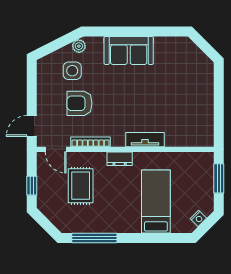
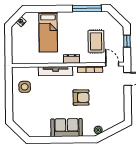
side table: (72, 71) -> (25, 87), moved
armchair: (79, 103) -> (81, 98), moved
tv unit: (145, 140) -> (56, 71), width x1.41
window: (219, 178) -> (8, 47), removed

